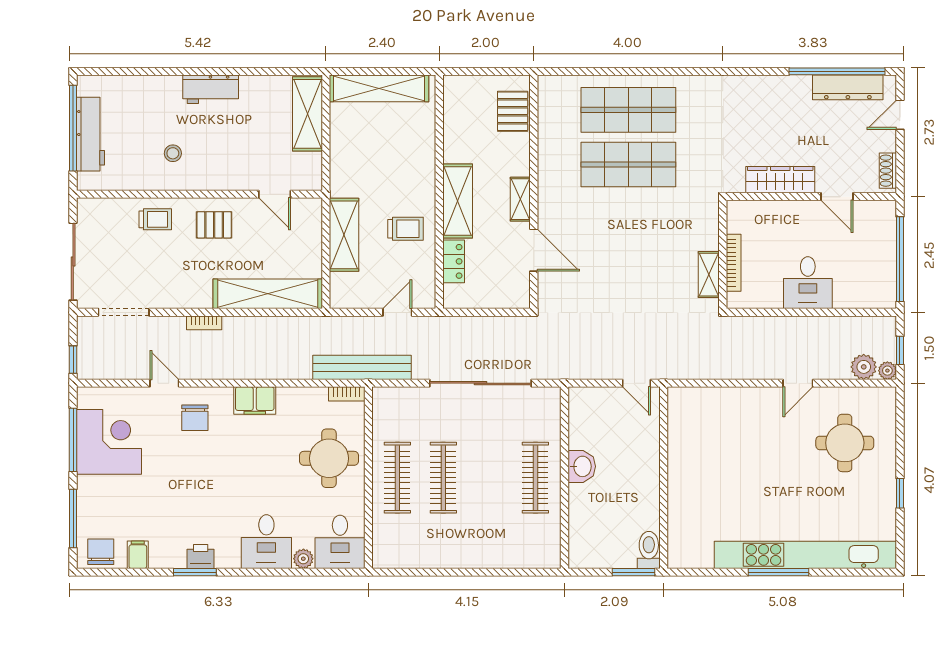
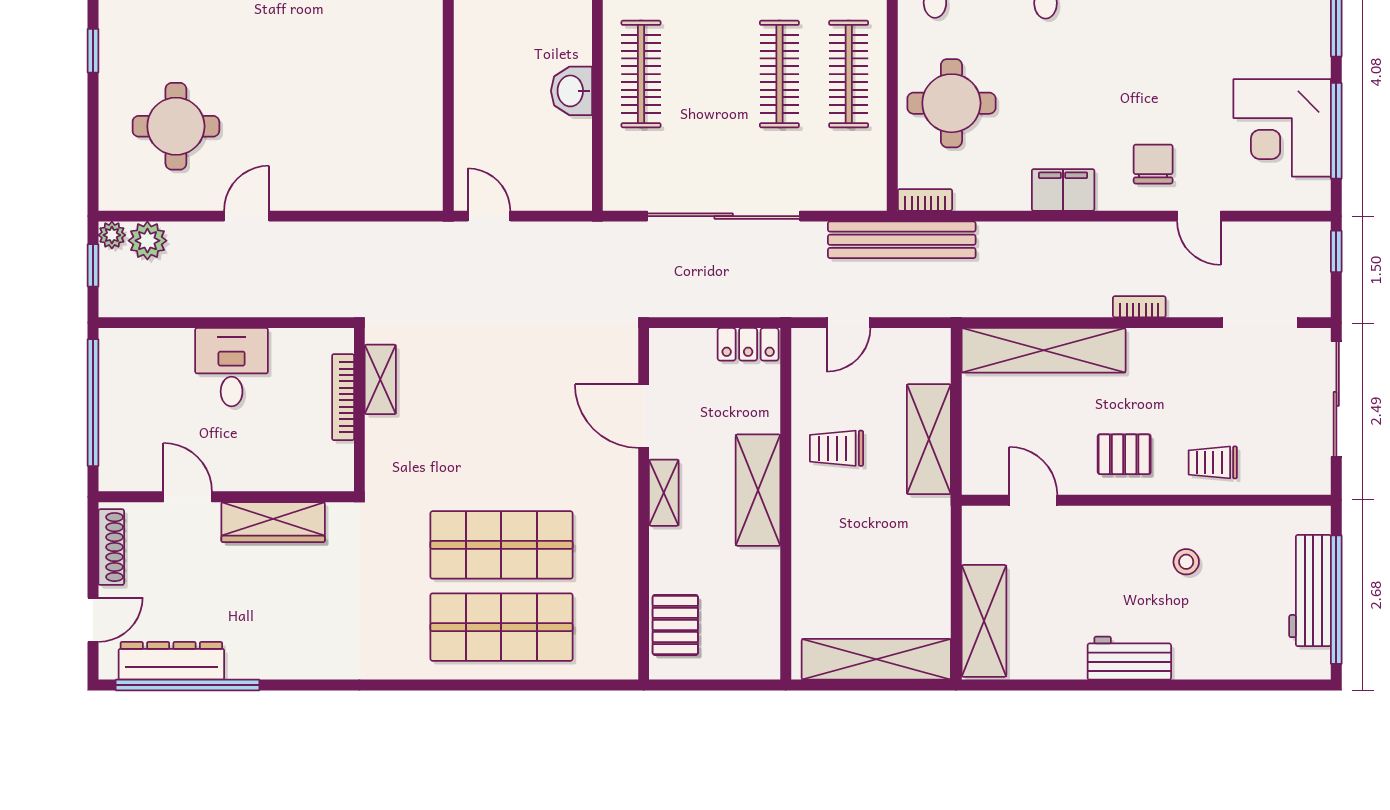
shoe rack: (888, 171) -> (111, 547), width x1.43
locker: (454, 261) -> (748, 344), moved, turned -90

